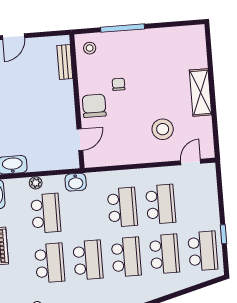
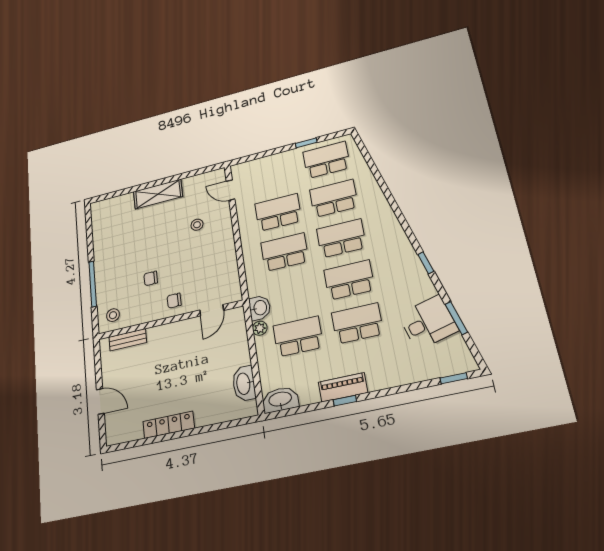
chair: (94, 106) -> (174, 301), width x0.54, depth x0.54
stool: (163, 129) -> (197, 225), width x0.53, depth x0.53
door: (80, 140) -> (212, 310), swing flipped
plant: (36, 183) -> (260, 328), moved

